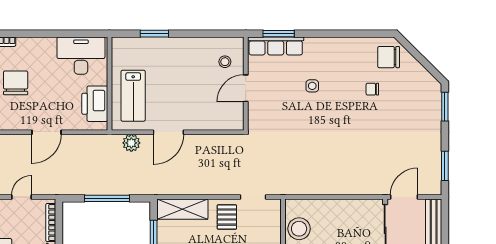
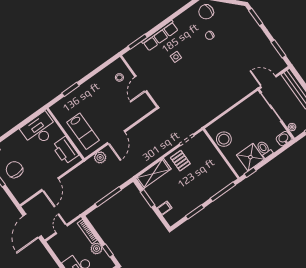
row of seats: (276, 46) -> (160, 36), moved
door: (404, 197) -> (268, 82), hinge flipped

